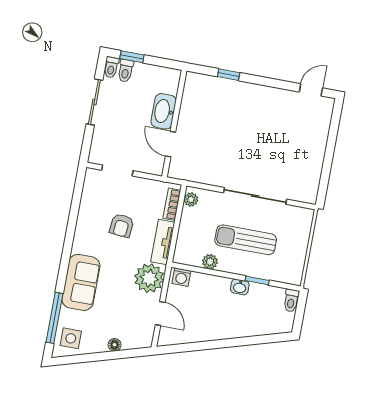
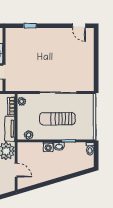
door: (311, 90) -> (79, 26), swing flipped
plant: (210, 262) -> (29, 135), moved
washing machine: (181, 277) -> (48, 147), moved

